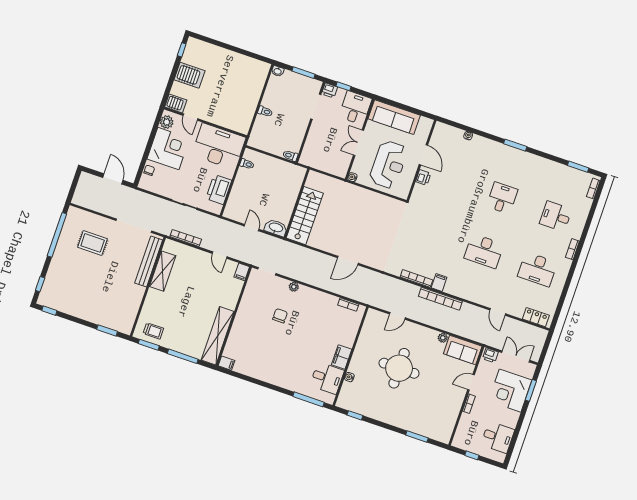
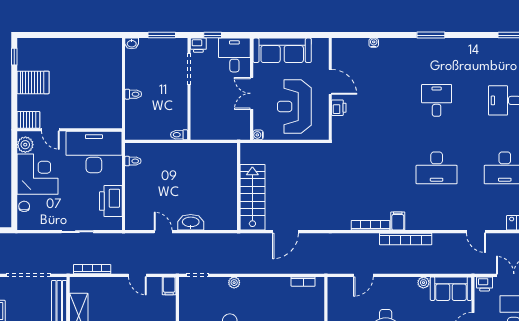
reception desk: (389, 165) -> (294, 107), turned 180
wall: (297, 203) -> (239, 187), moved
stairs: (305, 216) -> (252, 197), moved

